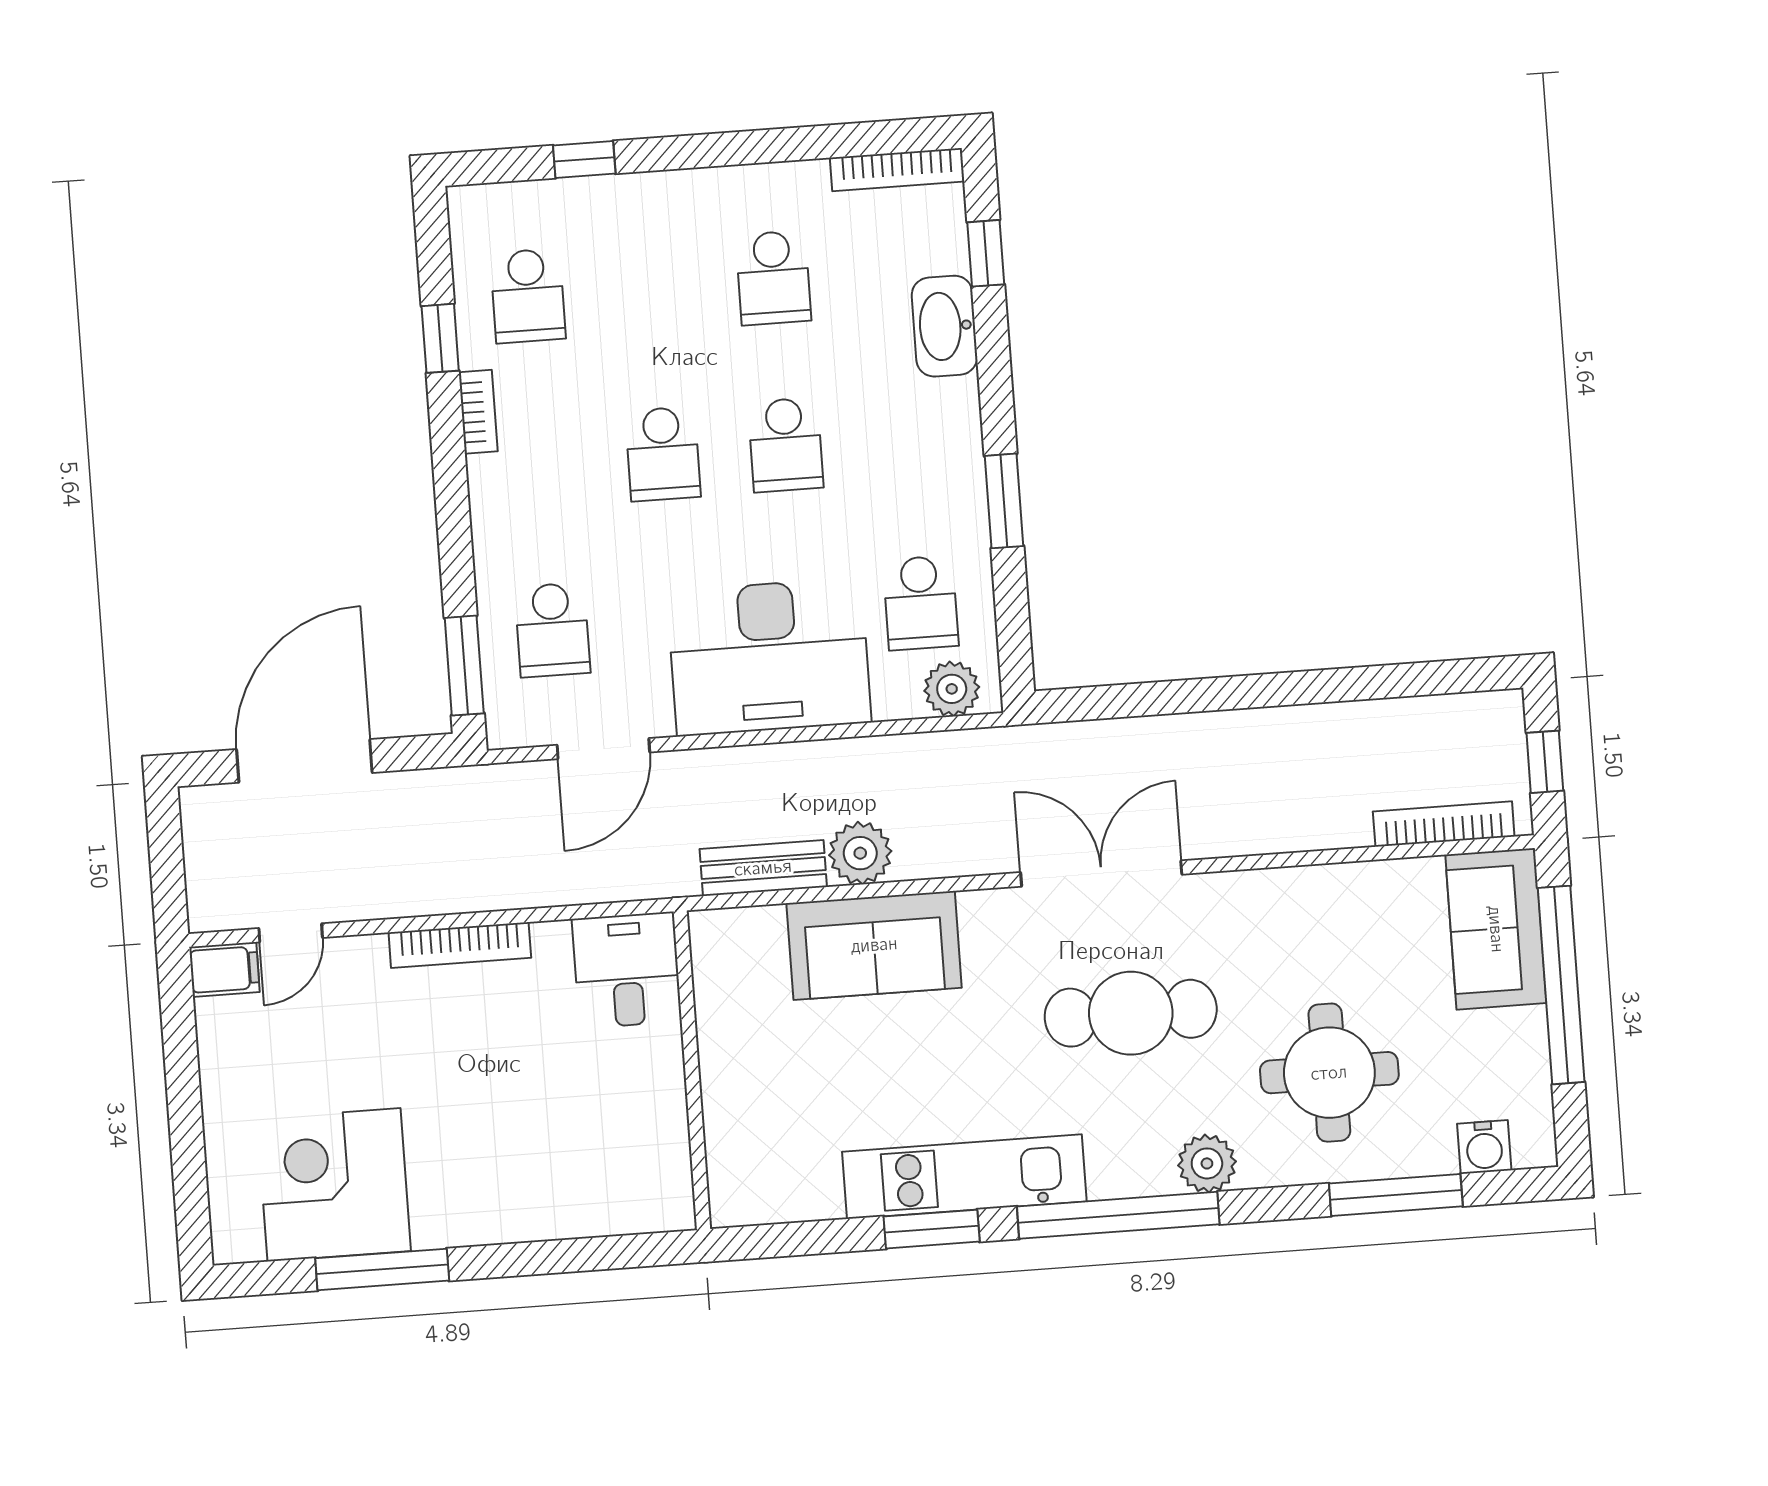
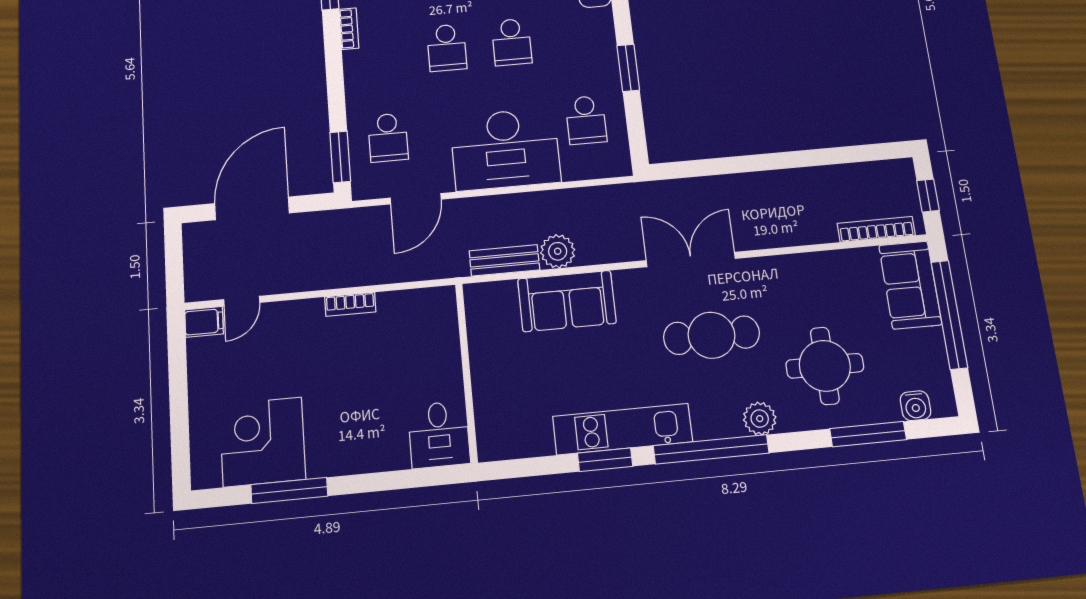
plant: (952, 689) -> (604, 164), removed
bookcase: (460, 945) -> (350, 304), width x0.64
desk: (627, 970) -> (439, 434), moved, turned 180

